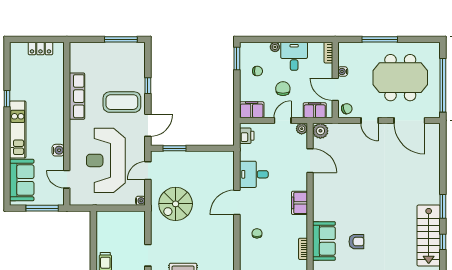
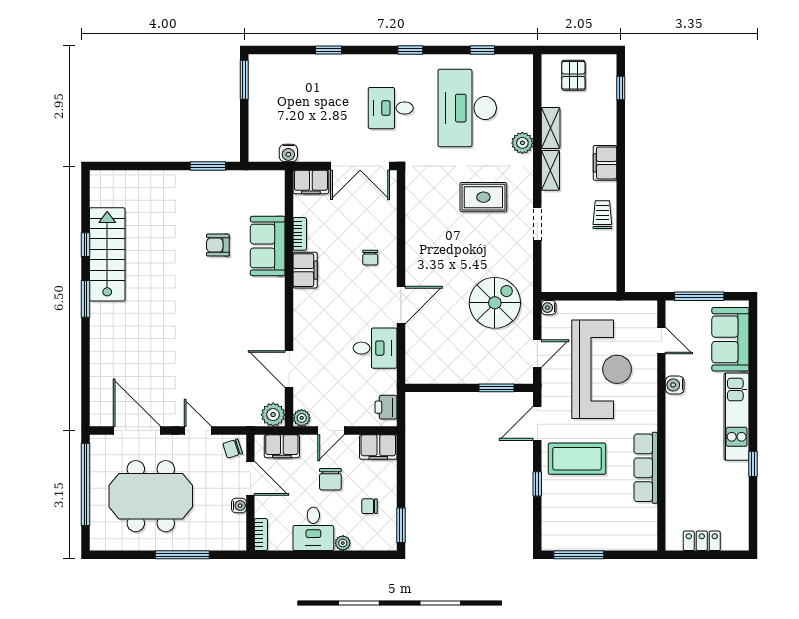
filing cabinet: (299, 203) -> (305, 270), moved

